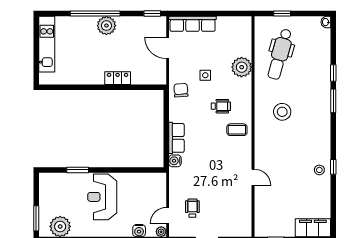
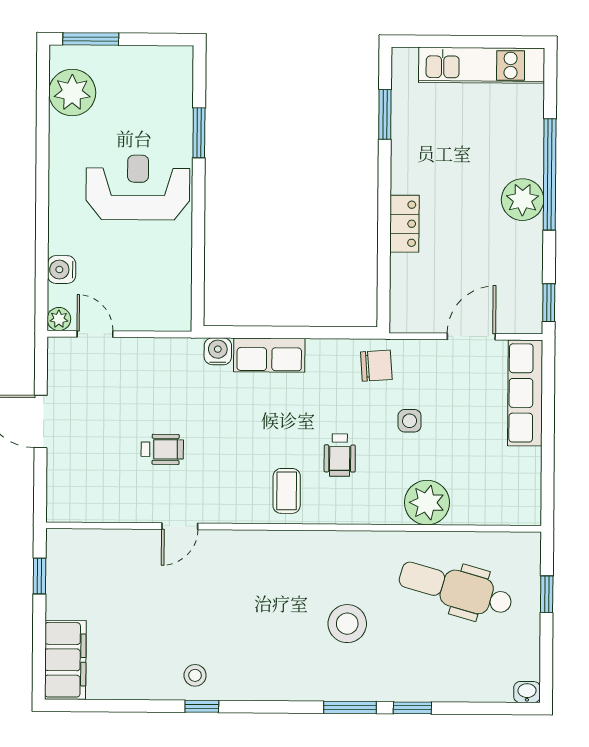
window: (69, 87) -> (385, 114), added
stool: (282, 112) -> (347, 624), moved
wheelchair: (192, 208) -> (162, 449), moved

